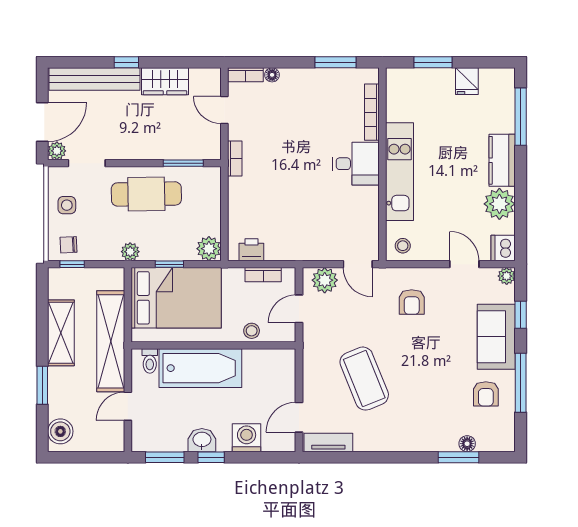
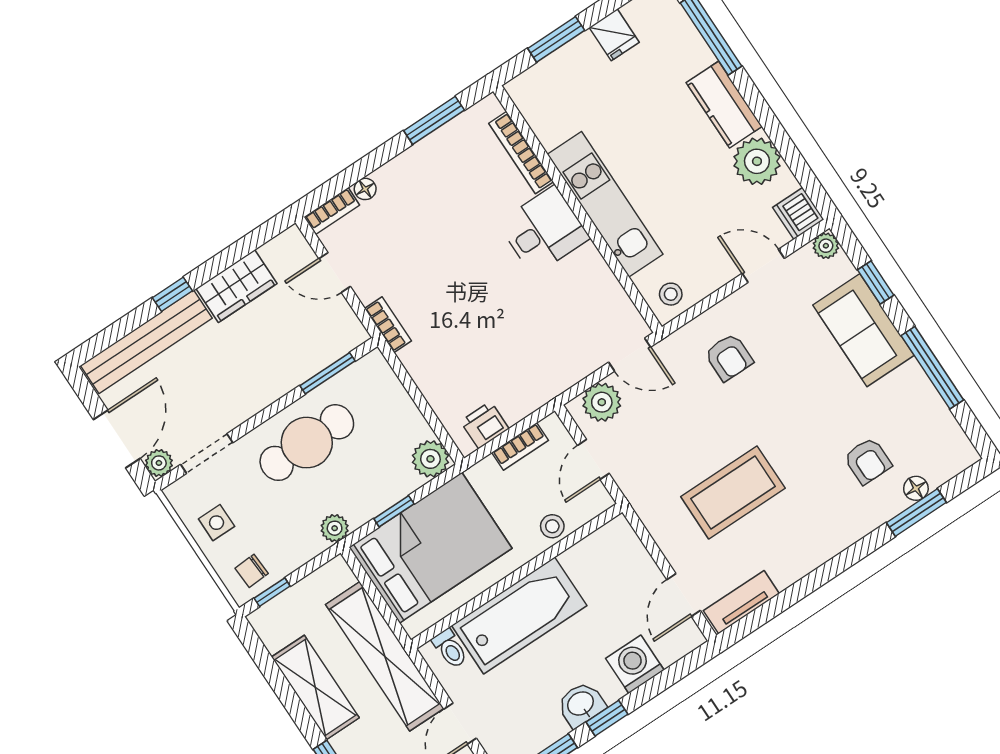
coffee table: (364, 379) -> (733, 492), turned -68
armchair: (486, 394) -> (868, 461), moved

